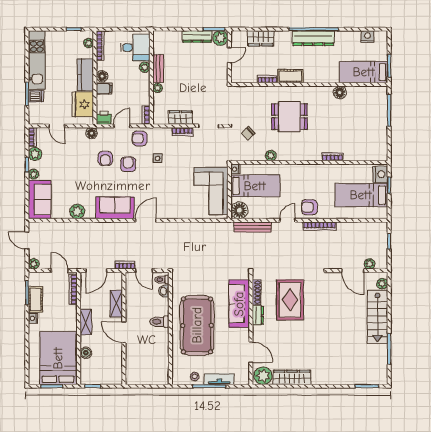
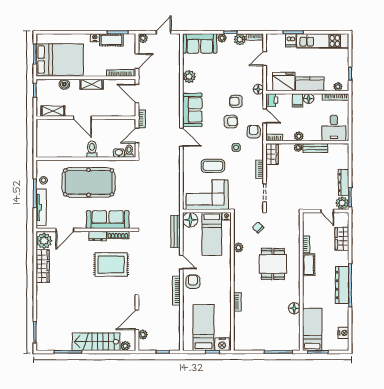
plant: (145, 67) -> (299, 136), moved
wardrobe: (180, 118) -> (272, 154), moved
coffee table: (178, 185) -> (213, 166), added
shelving: (116, 304) -> (53, 111), moved
door: (124, 332) -> (82, 118), swing flipped
tv unit: (219, 379) -> (41, 207), width x1.41

